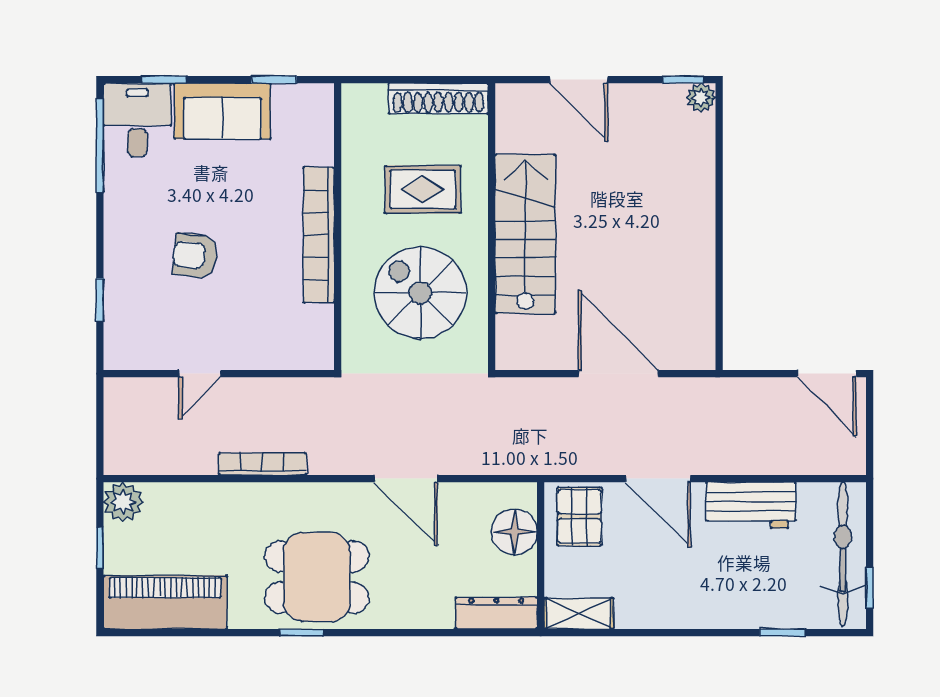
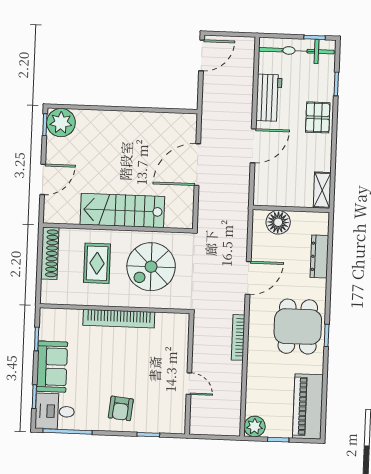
plant: (701, 98) -> (61, 123), width x1.87, depth x1.87
armchair: (195, 256) -> (121, 408), moved
bookcase: (262, 464) -> (238, 337), moved
pallet: (579, 516) -> (318, 117), moved, turned 90
dresser: (496, 613) -> (319, 257), moved

